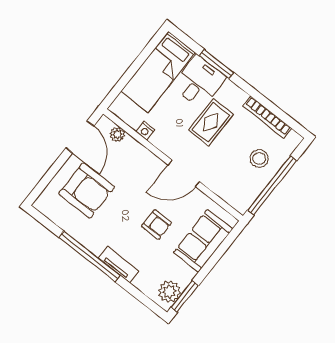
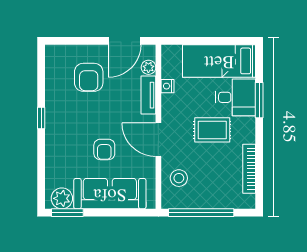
stool: (259, 158) -> (179, 178), moved
armchair: (87, 190) -> (89, 77), width x0.73, depth x0.73
sofa: (203, 241) -> (110, 194), width x1.36
window: (89, 256) -> (41, 118), width x0.32
tv unit: (119, 265) -> (148, 95), moved, turned 180

